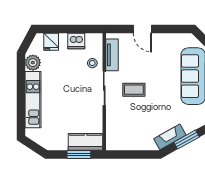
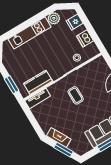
tv unit: (112, 55) -> (38, 98), moved
kitchen counter: (86, 142) -> (38, 82), moved, turned -90

